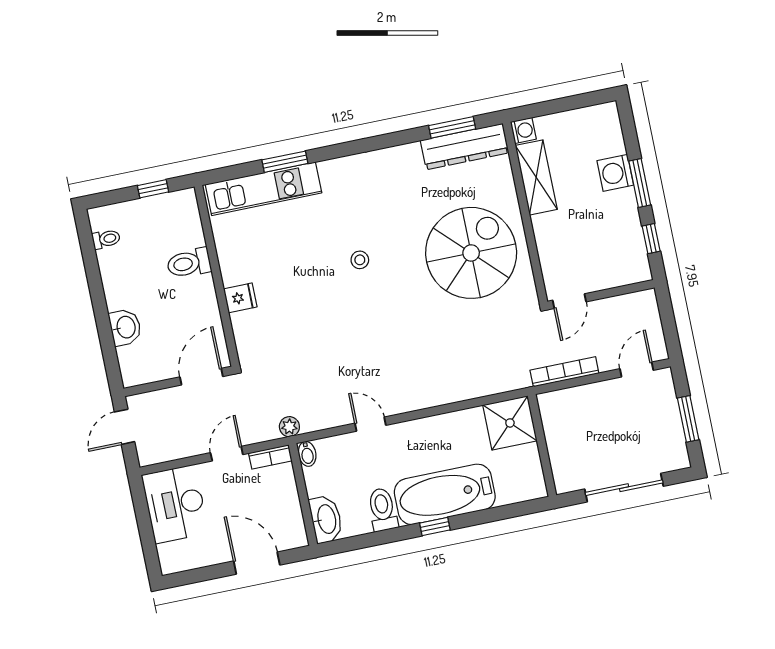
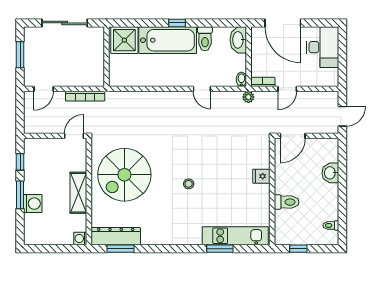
shelving: (536, 177) -> (78, 193), moved
shower: (510, 423) -> (124, 40), moved
desk: (175, 504) -> (323, 47), moved
door: (257, 563) -> (283, 23), width x1.36

